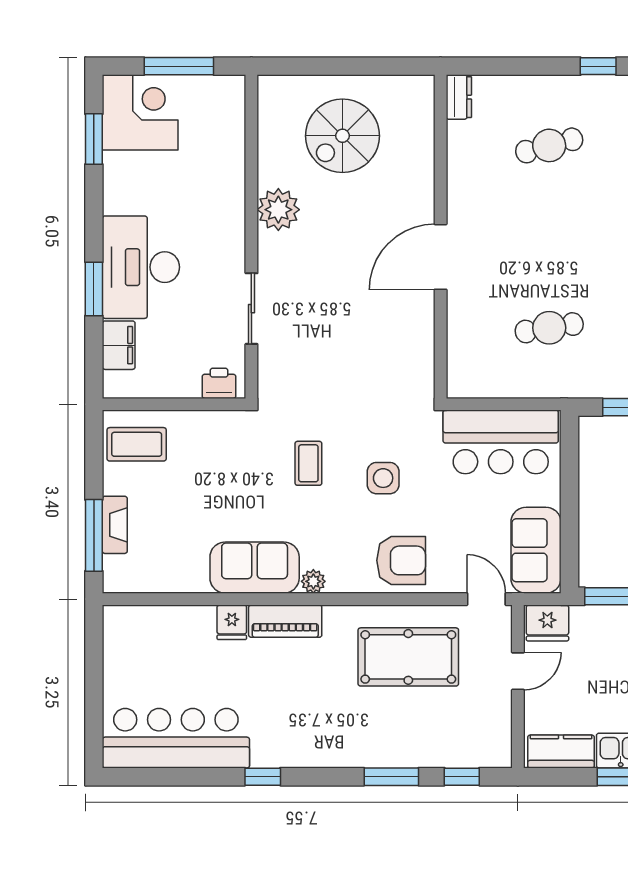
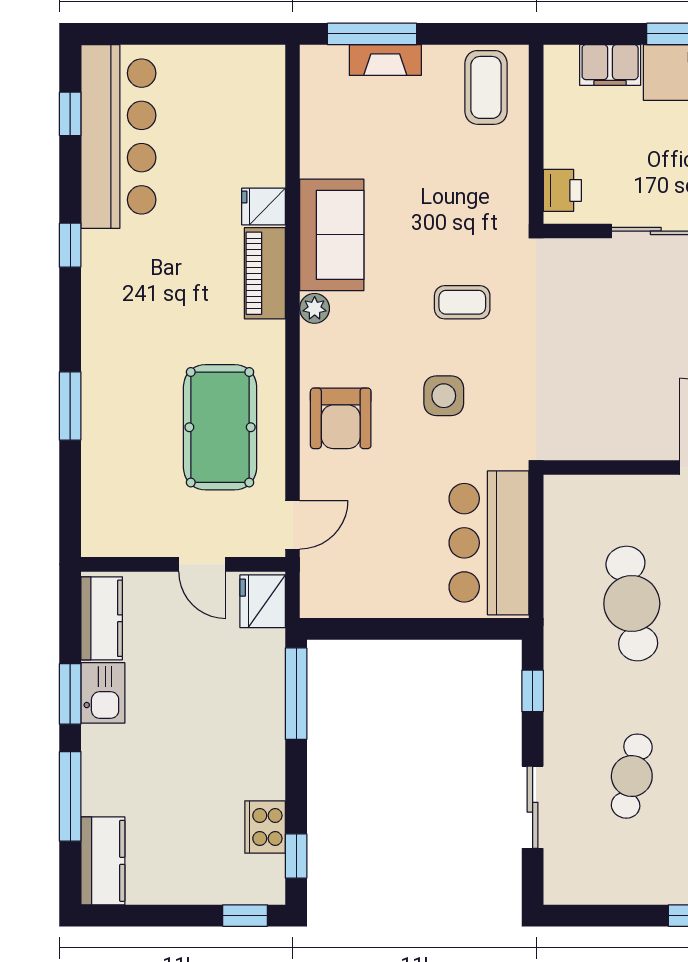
cafe table: (549, 328) -> (632, 604), width x1.37, depth x1.35
sofa: (536, 550) -> (353, 587), removed
window: (462, 777) -> (70, 114), moved

